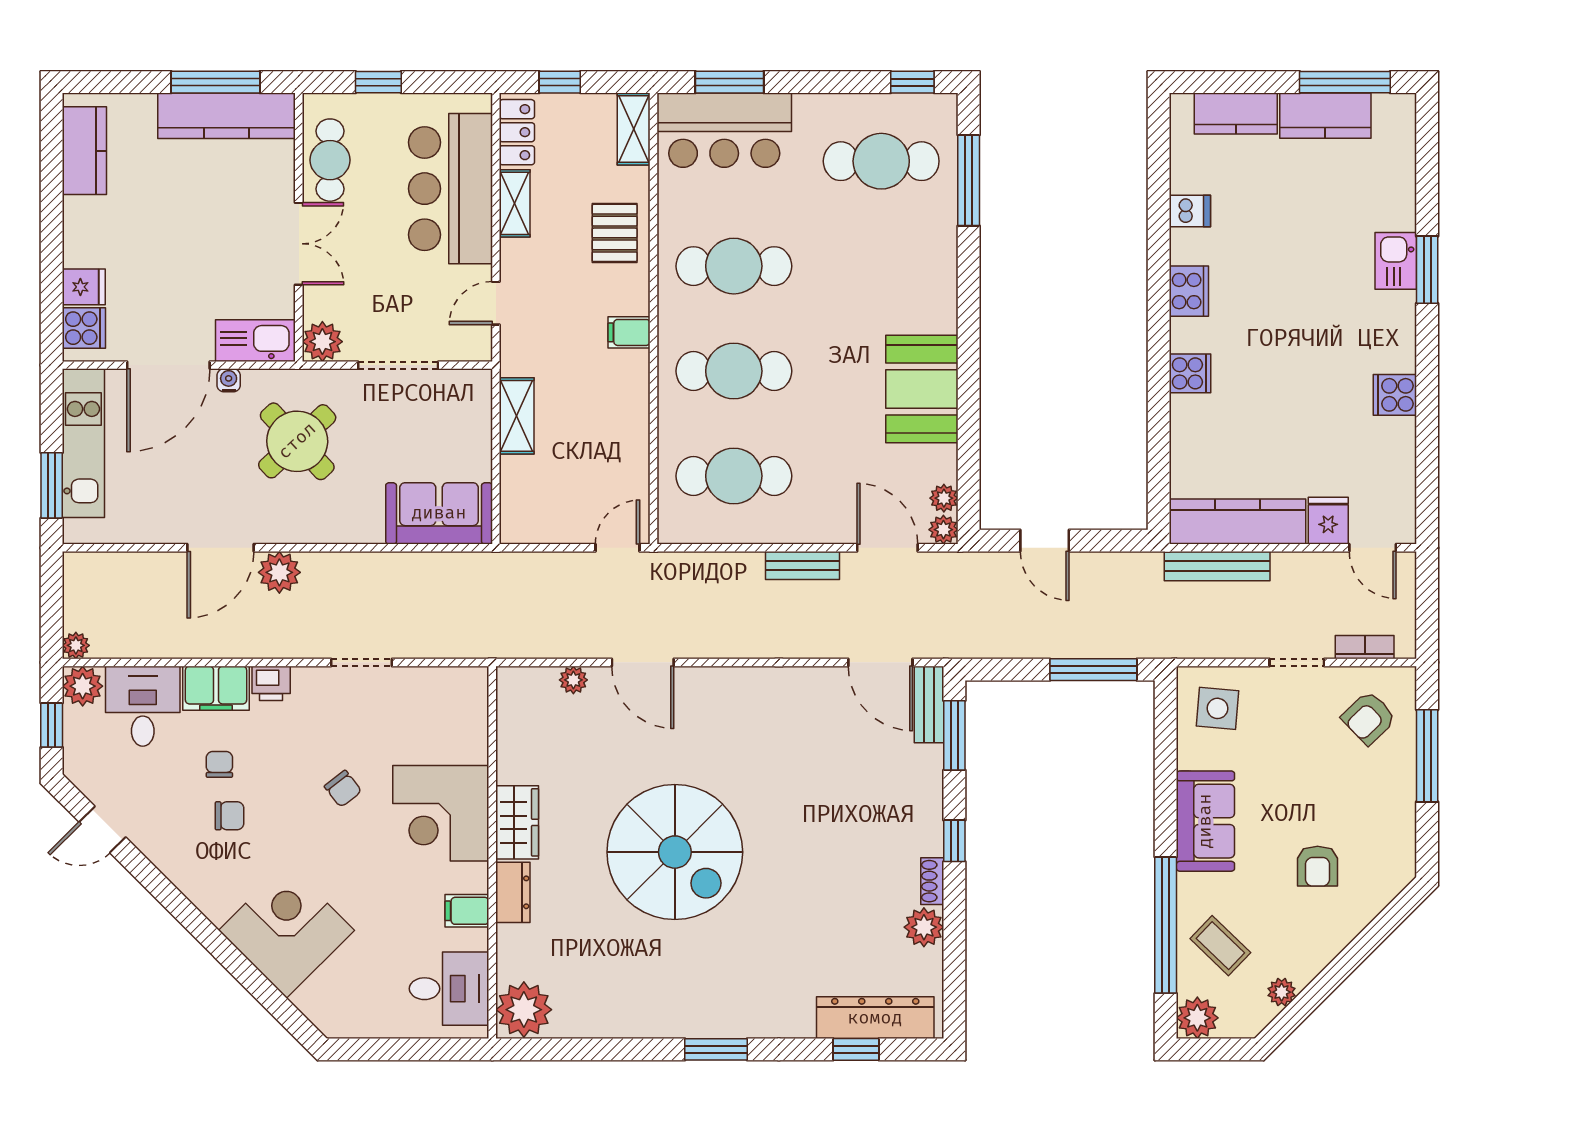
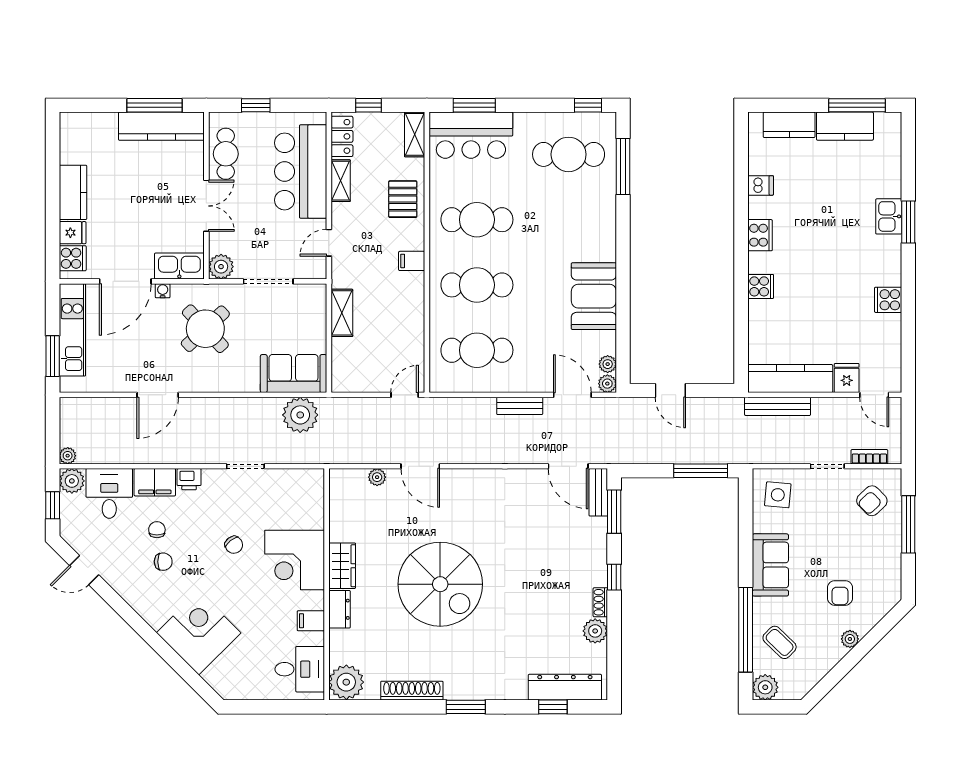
kitchen counter: (84, 151) -> (73, 192), moved
plant: (279, 572) -> (300, 415), moved, width x1.36, depth x1.36
plant: (1282, 992) -> (850, 639), moved
shoe rack: (629, 1023) -> (412, 691), added

